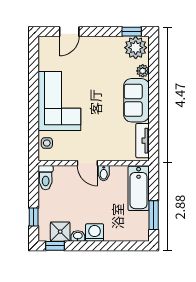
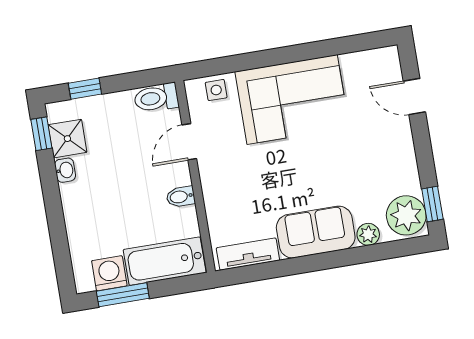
door: (87, 163) -> (189, 142), moved
washing machine: (95, 232) -> (109, 273), moved, turned -90

